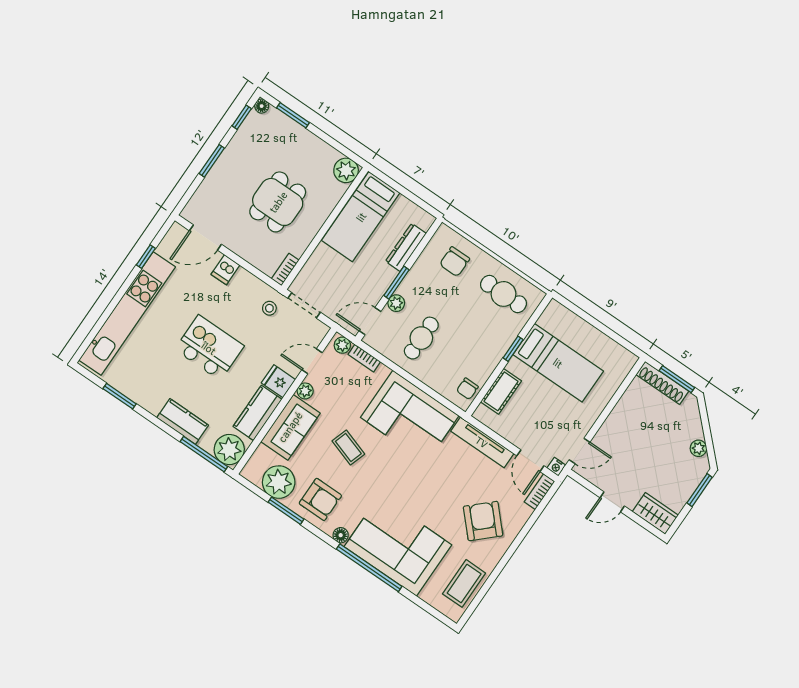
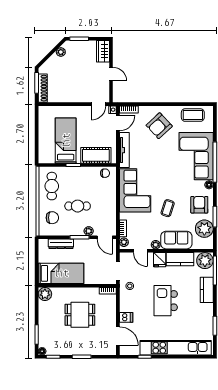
cafe table: (421, 338) -> (78, 206), moved
cot: (501, 391) -> (96, 155), width x1.37, depth x1.34
door: (580, 451) -> (98, 104), swing flipped

